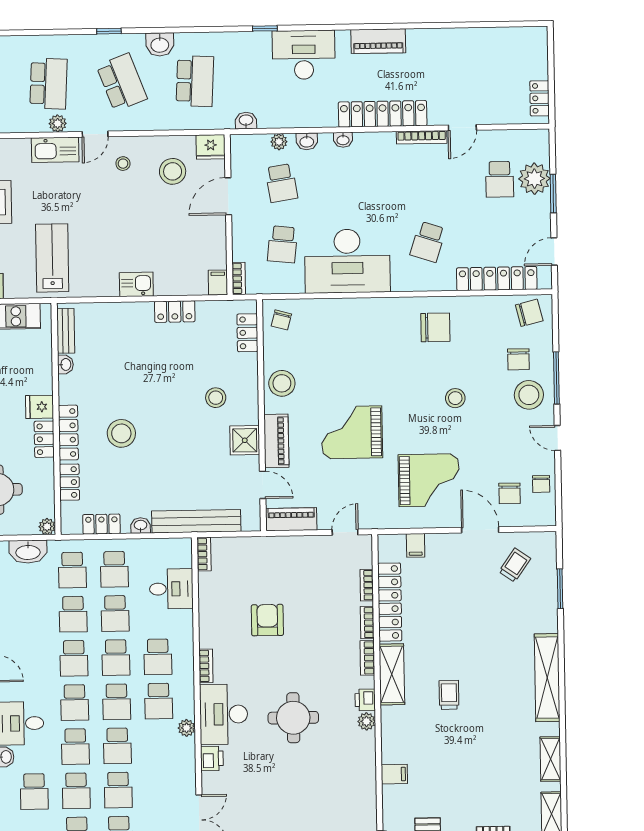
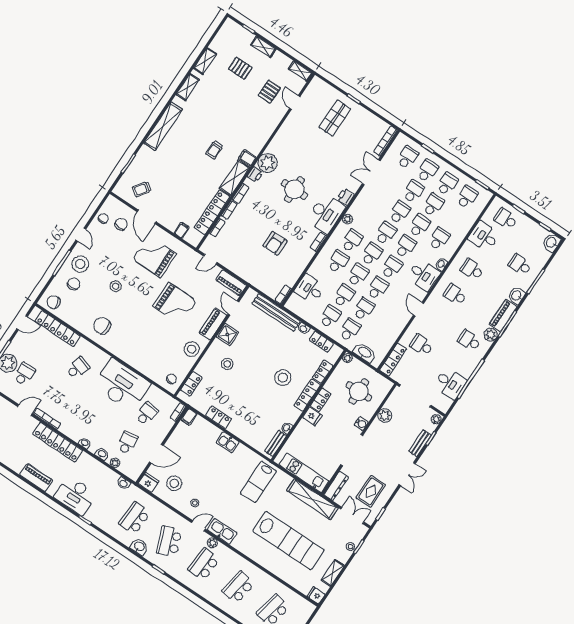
plant: (366, 721) -> (268, 163), width x1.88, depth x1.88
filing cabinet: (394, 774) -> (247, 158), moved

